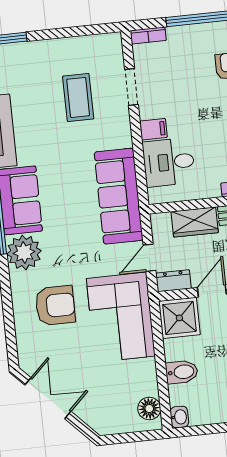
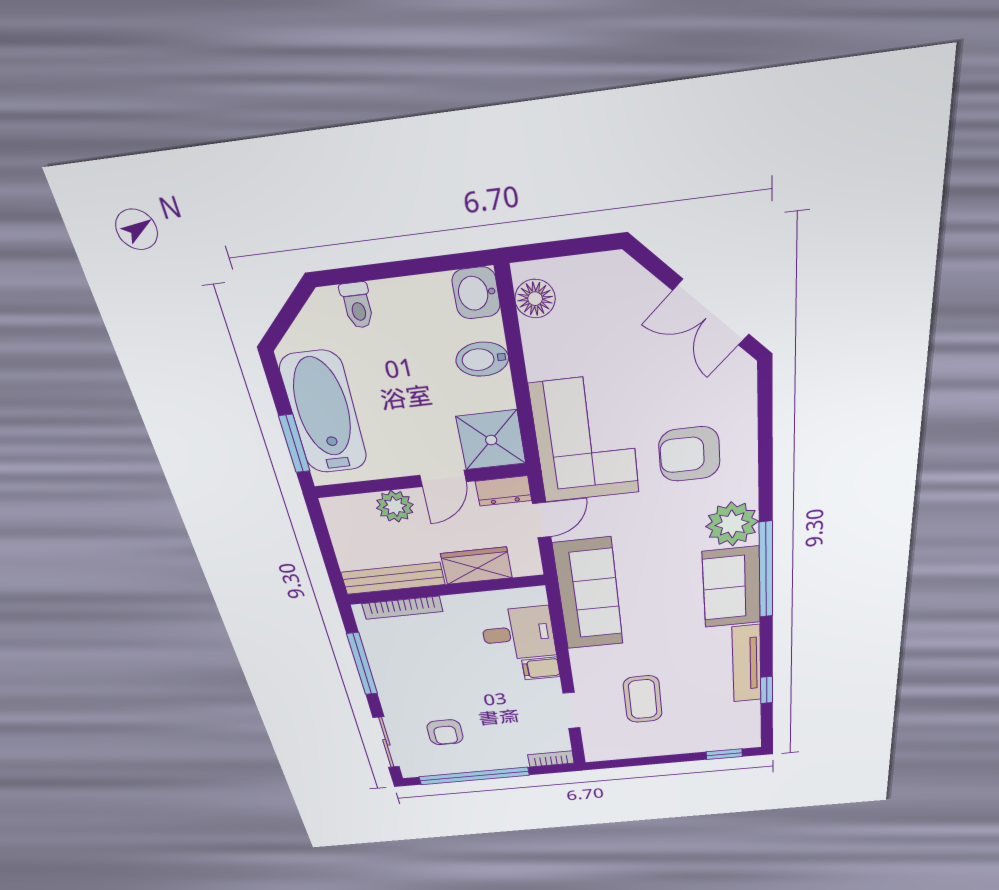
washbasin: (179, 417) -> (476, 293), width x1.38, depth x1.45

